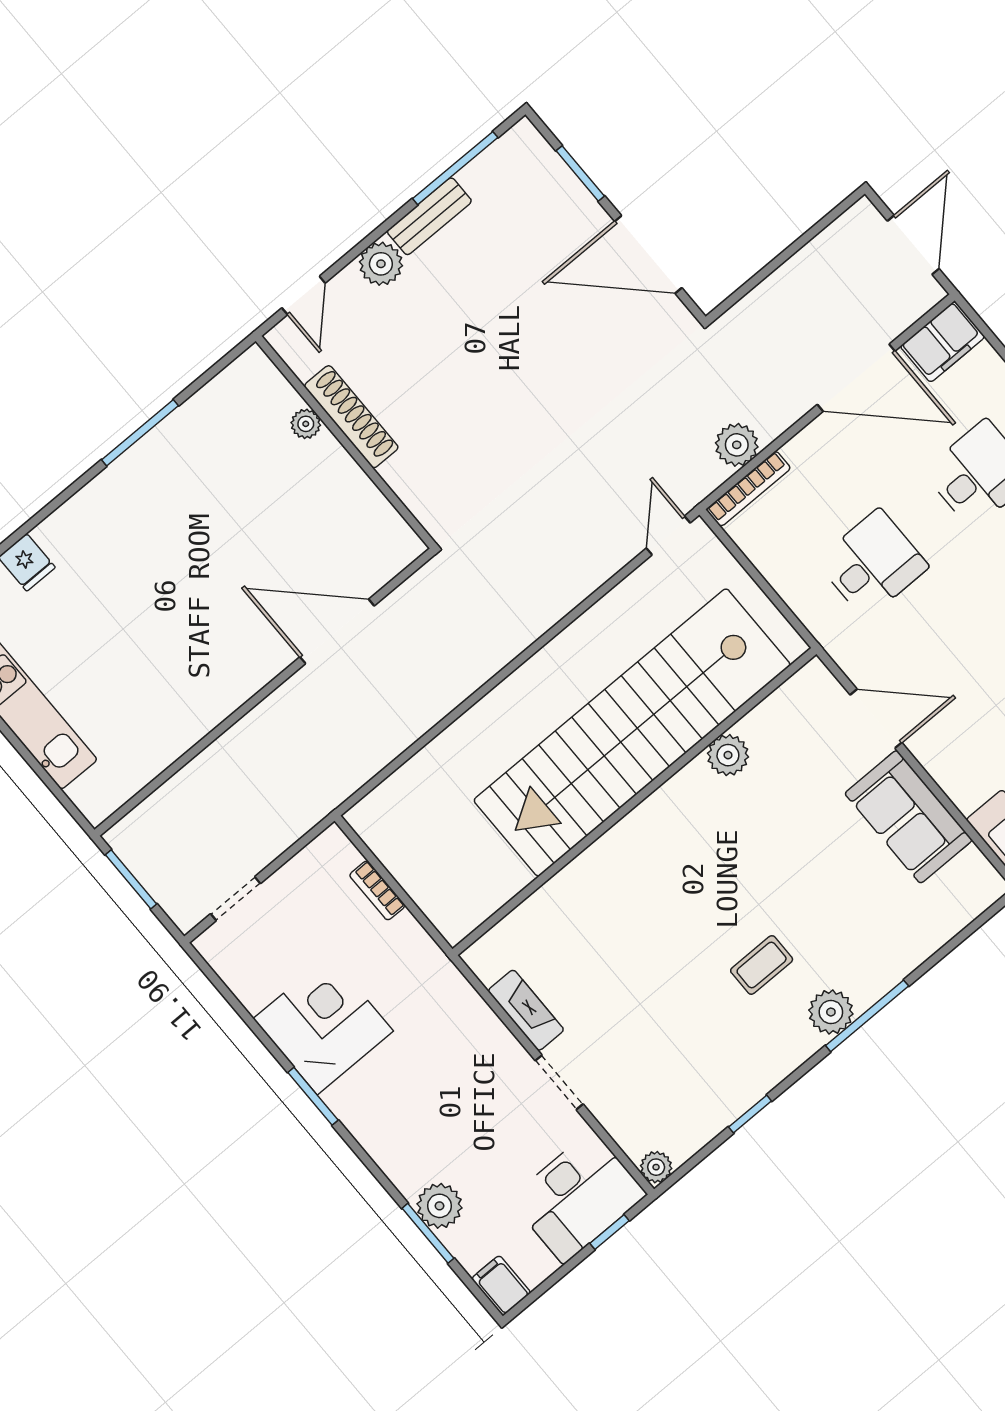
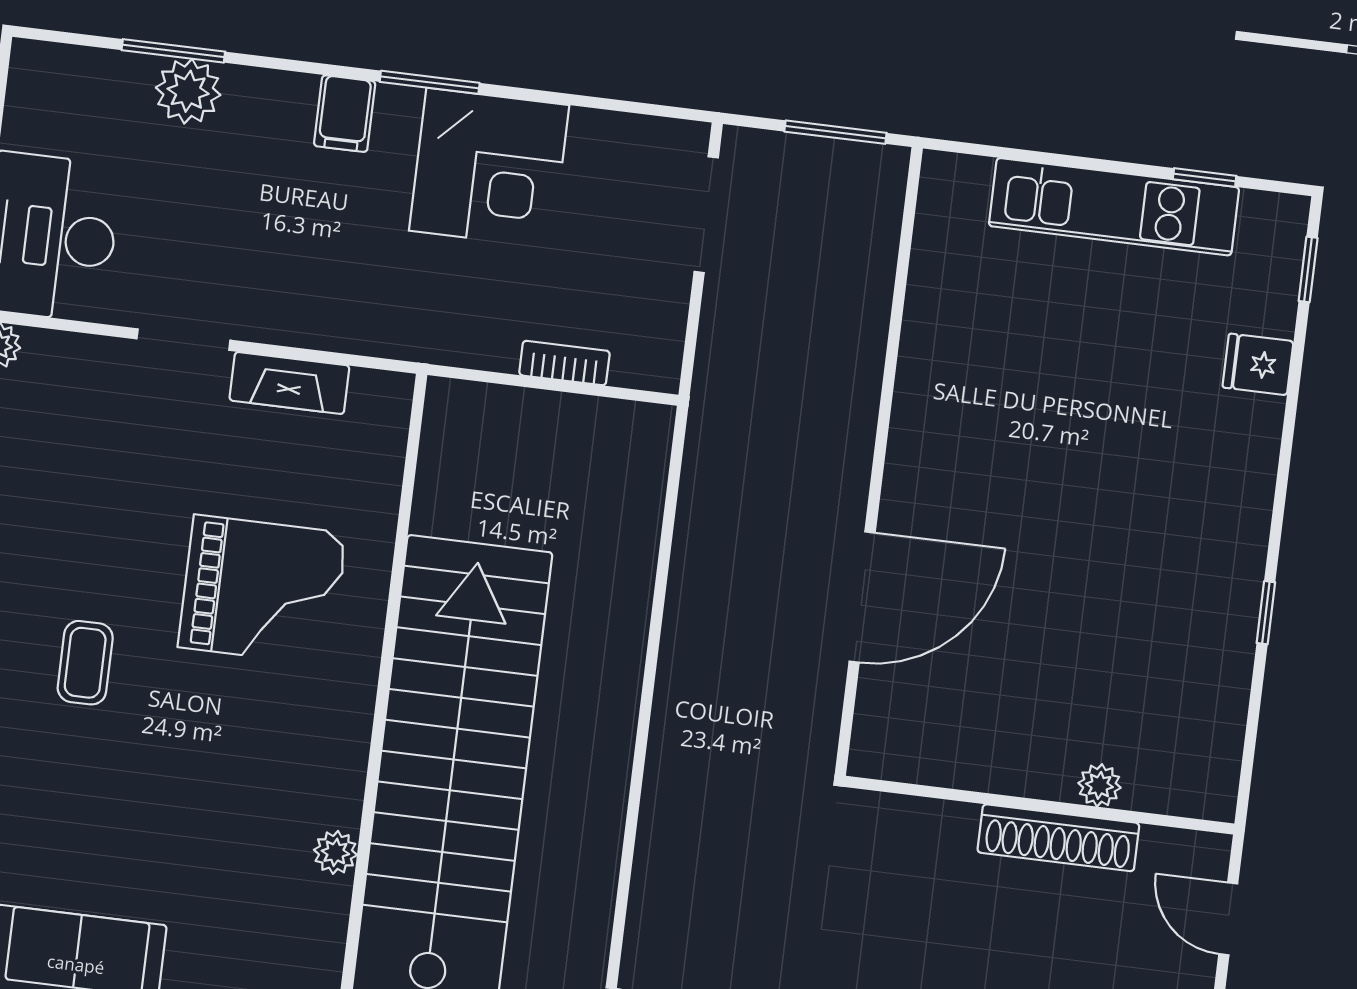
window: (140, 433) -> (1266, 613), width x0.46
plant: (728, 755) -> (335, 852), width x0.73, depth x0.73
doorway: (235, 899) -> (706, 215), width x1.38
grand piano: (637, 918) -> (262, 590), added
filing cabinet: (501, 1286) -> (345, 114), moved, turned 90

